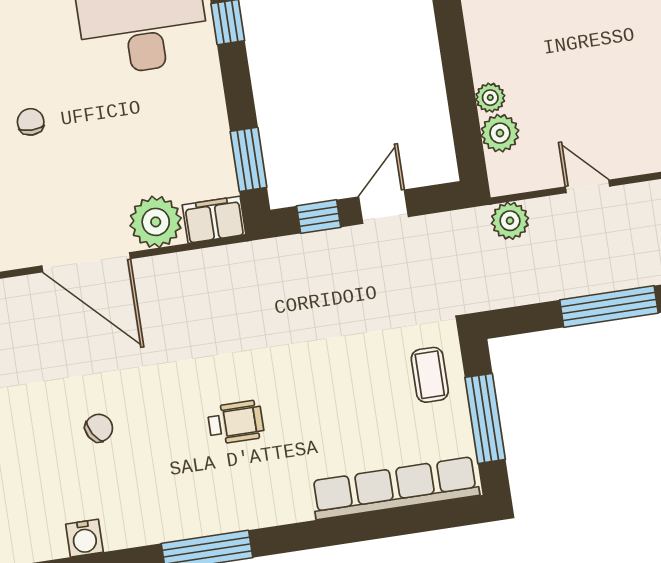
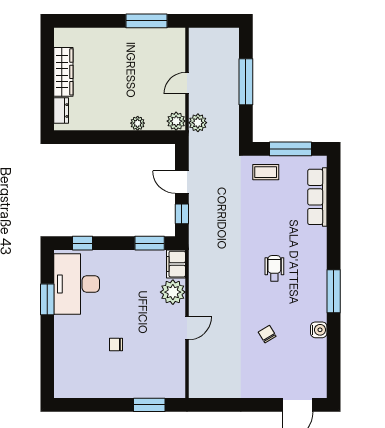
plant: (500, 133) -> (176, 121), moved
door: (86, 262) -> (187, 328), width x0.53
row of seats: (395, 488) -> (317, 197), width x0.73
water cooler: (84, 538) -> (319, 330), moved

